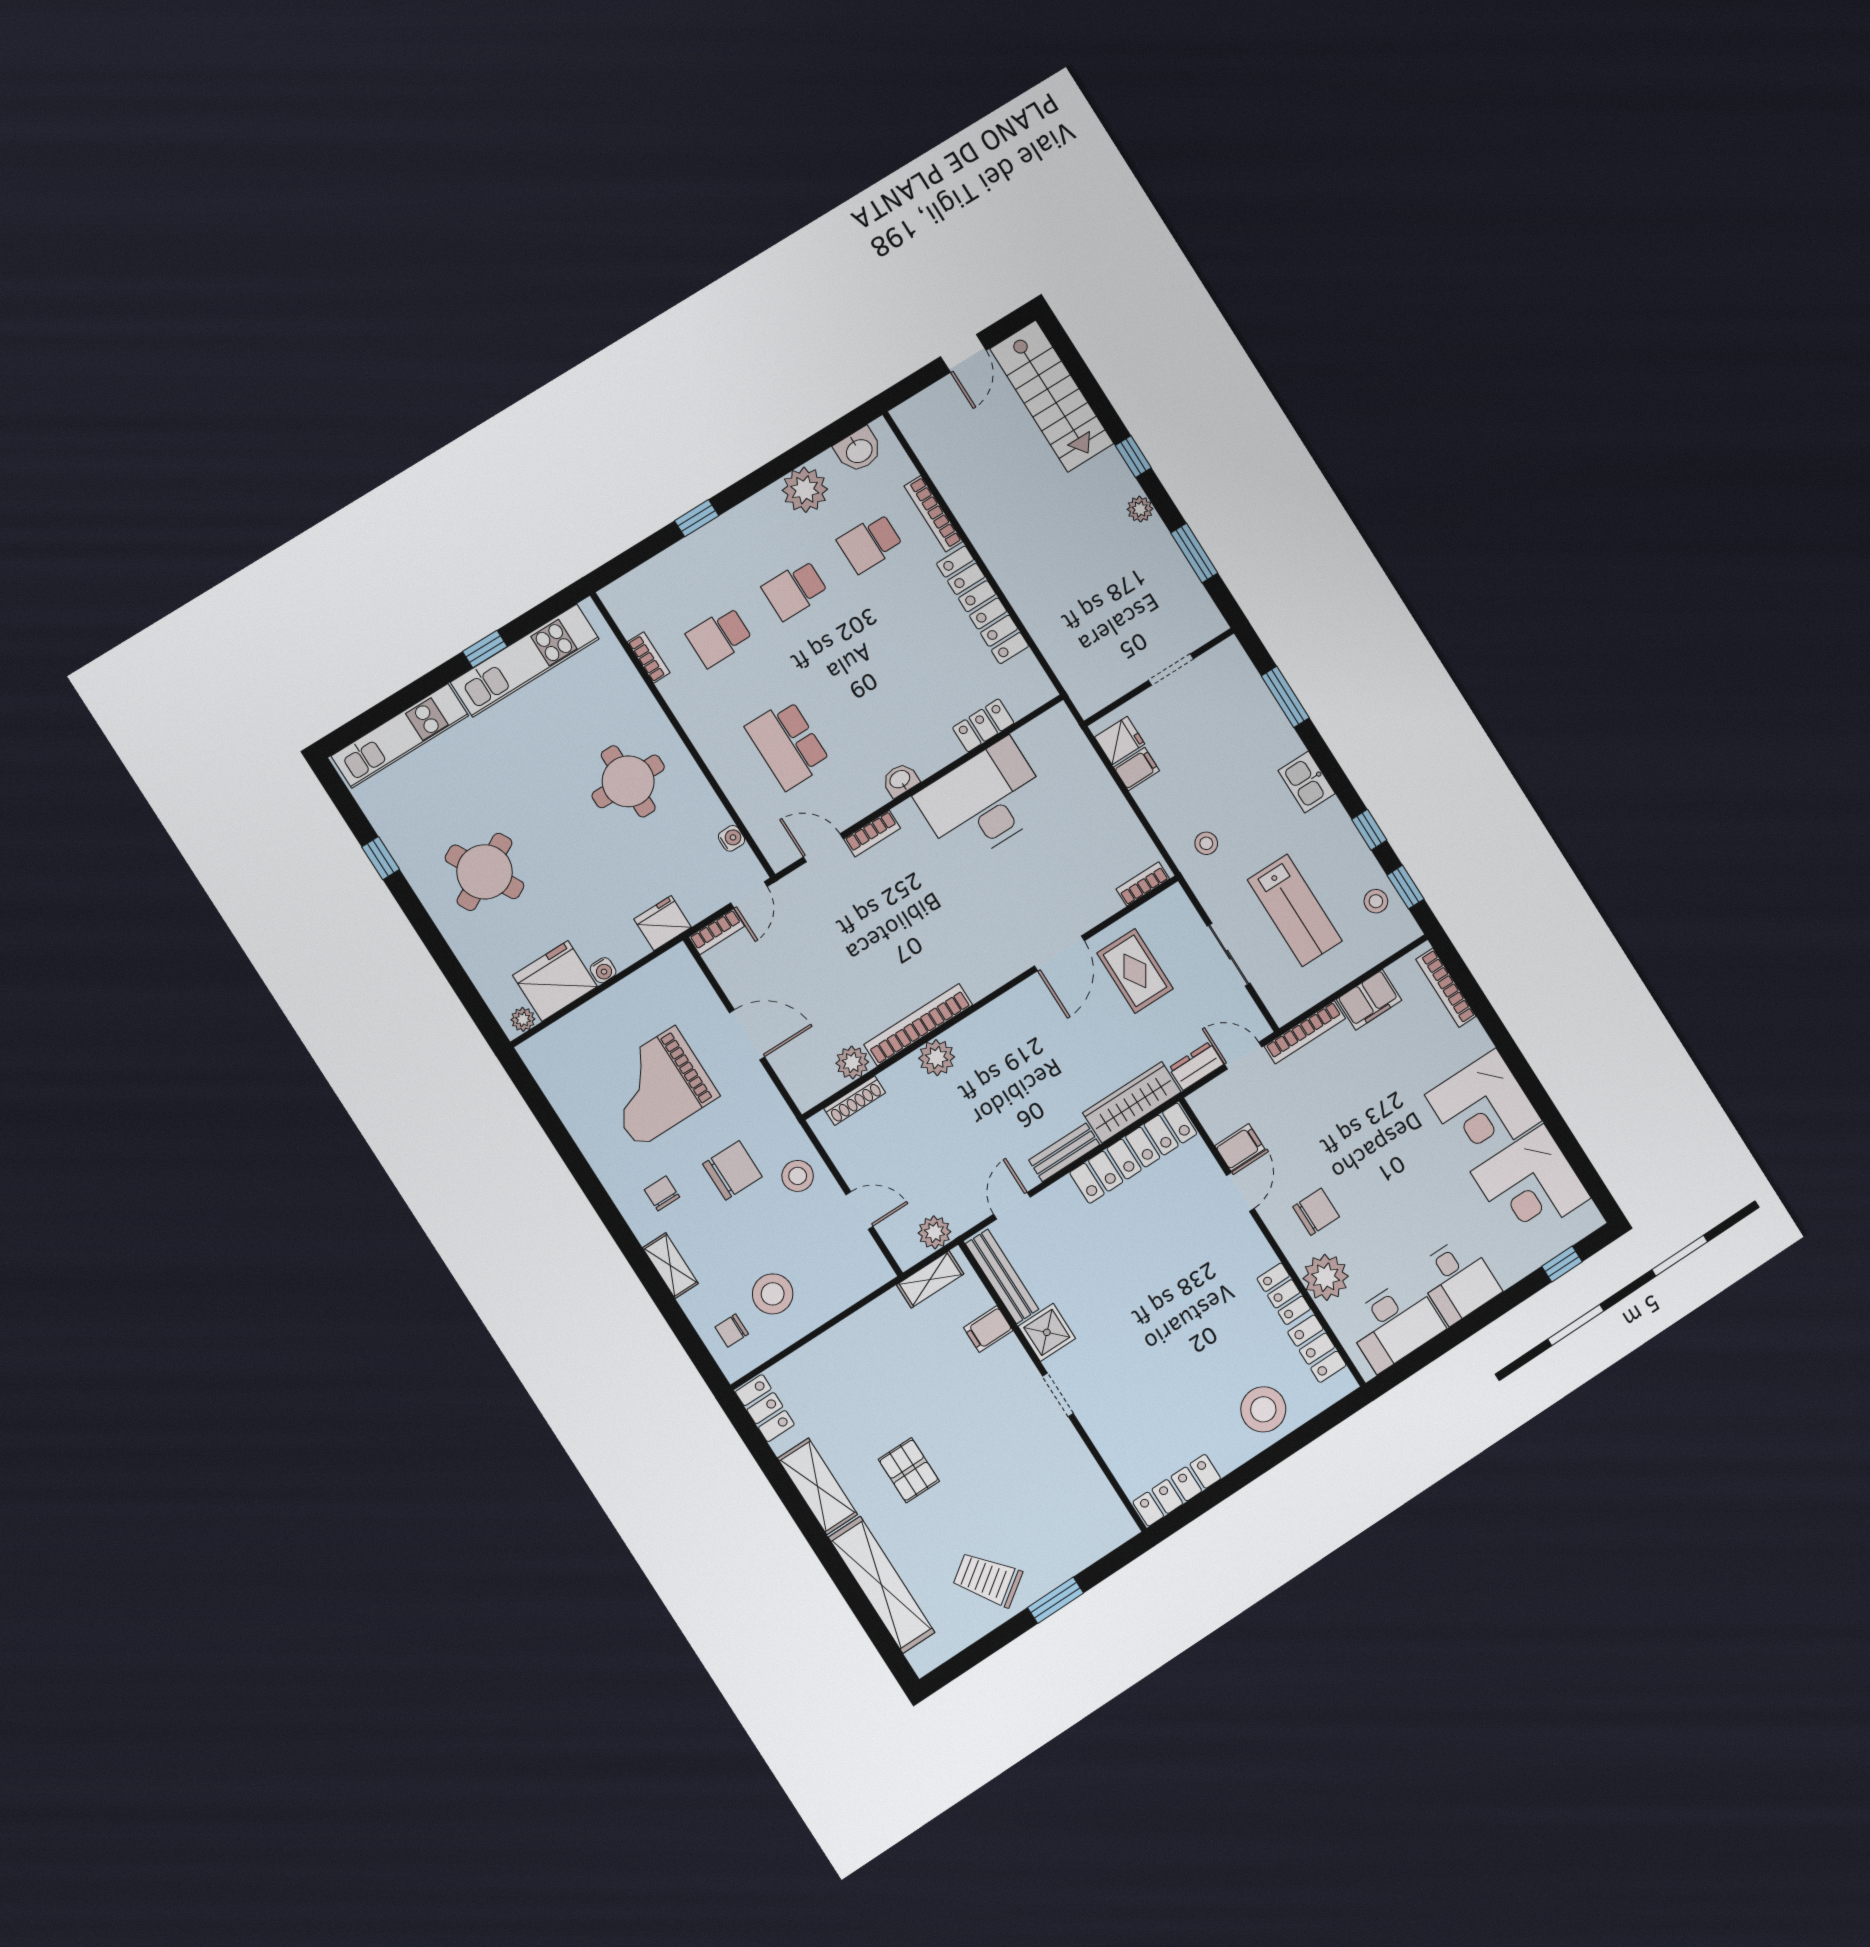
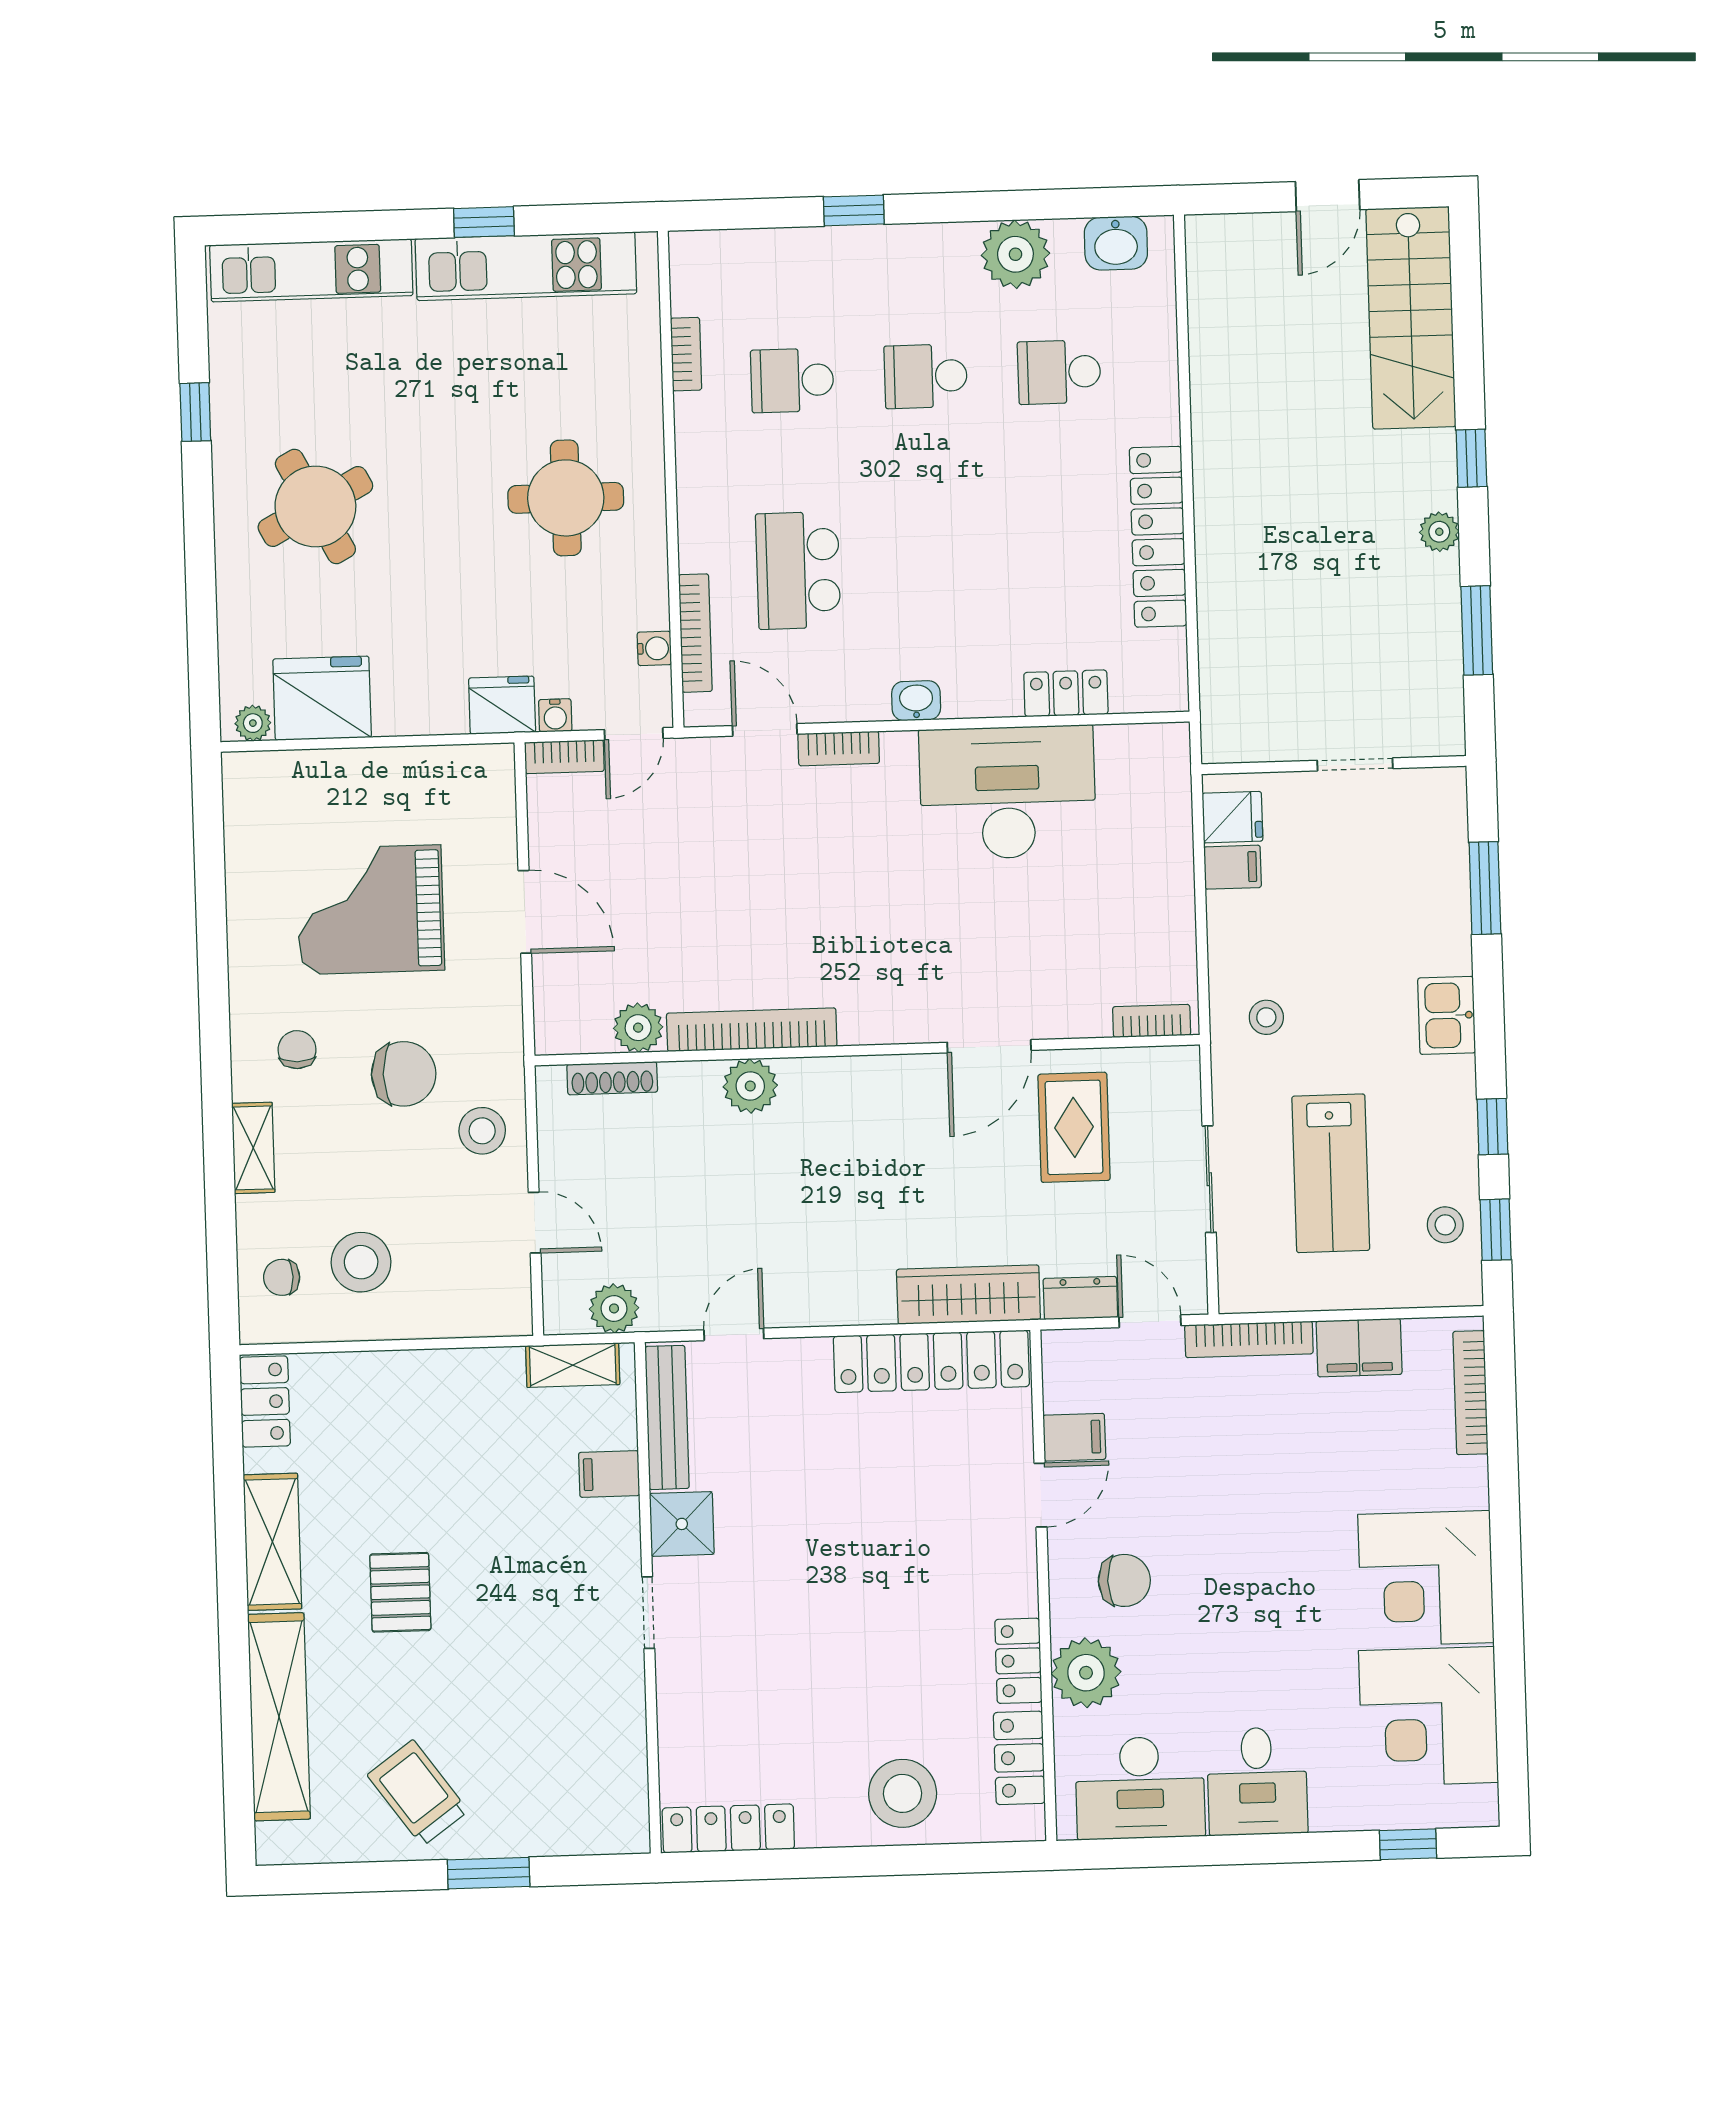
bookcase: (933, 514) -> (695, 633), moved, turned 180
water cooler: (603, 970) -> (555, 715), moved
bench: (1064, 1152) -> (842, 1306), removed

